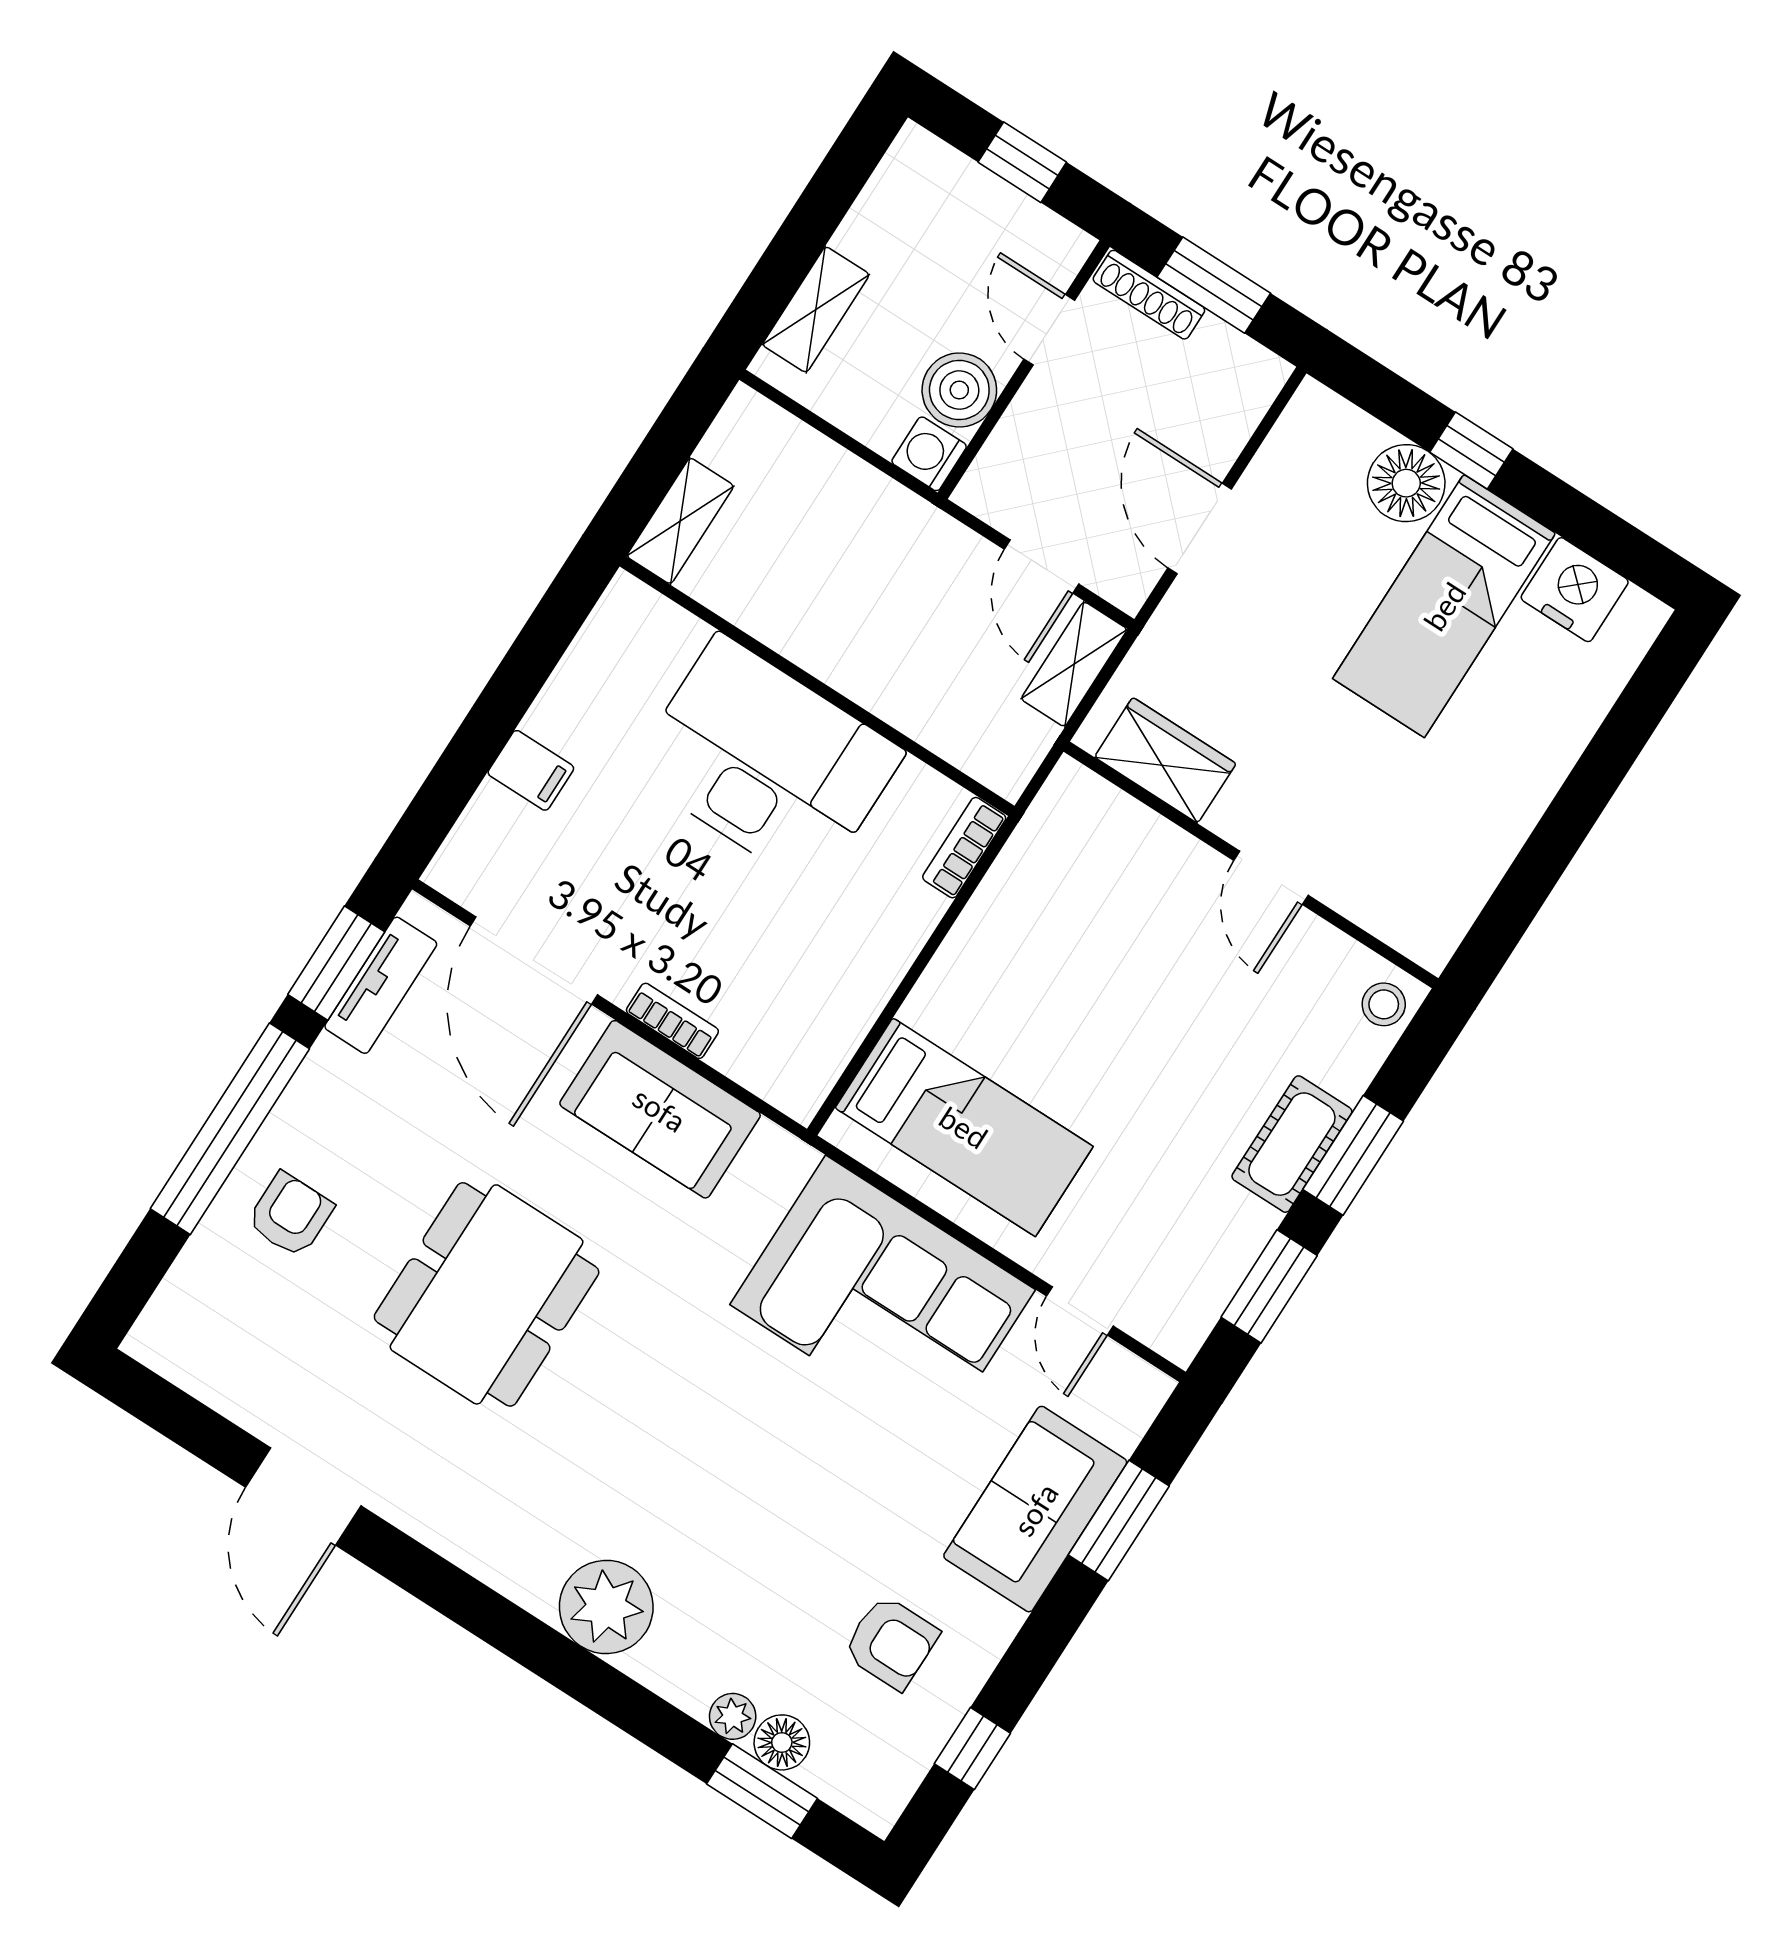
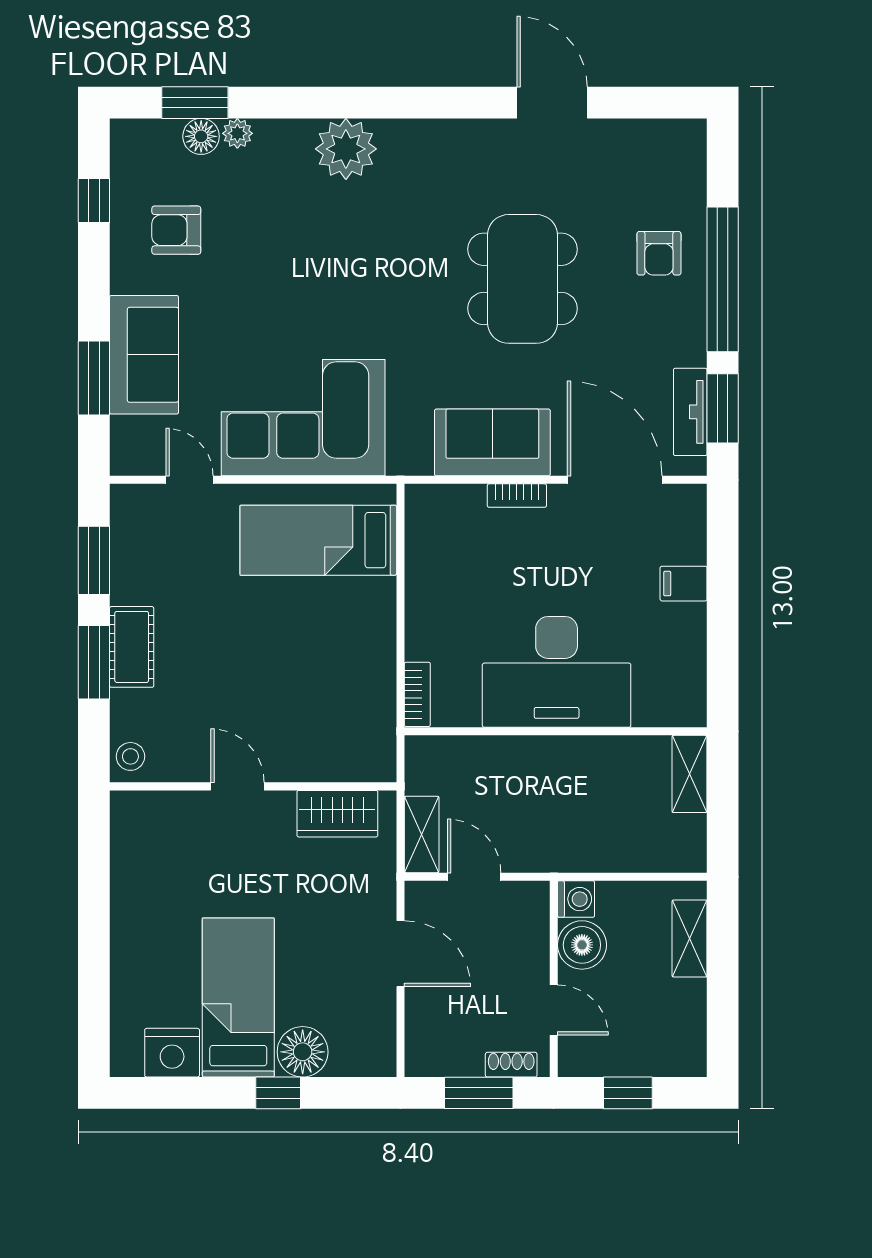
shoe rack: (1149, 295) -> (511, 1065), width x0.70

